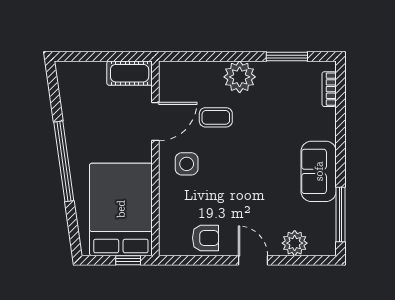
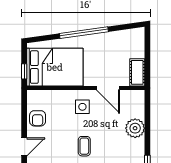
plant: (240, 77) -> (135, 128), moved
coffee table: (216, 117) -> (84, 146), moved

